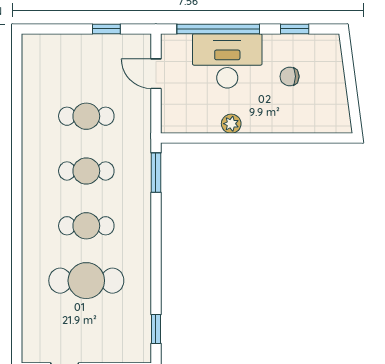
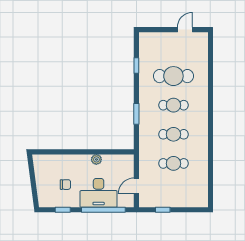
door: (156, 74) -> (136, 186), swing flipped
window: (156, 173) -> (136, 114), moved
window: (156, 329) -> (136, 66), moved

